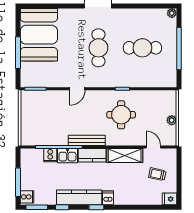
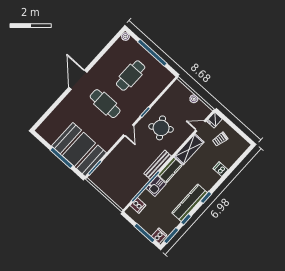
booth: (39, 35) -> (79, 149), moved
door: (77, 89) -> (129, 130), moved
round table: (121, 115) -> (161, 128), turned -33
cooker: (50, 155) -> (138, 205), moved
dishwasher: (108, 198) -> (221, 169), moved
fridge: (169, 199) -> (214, 120), moved

